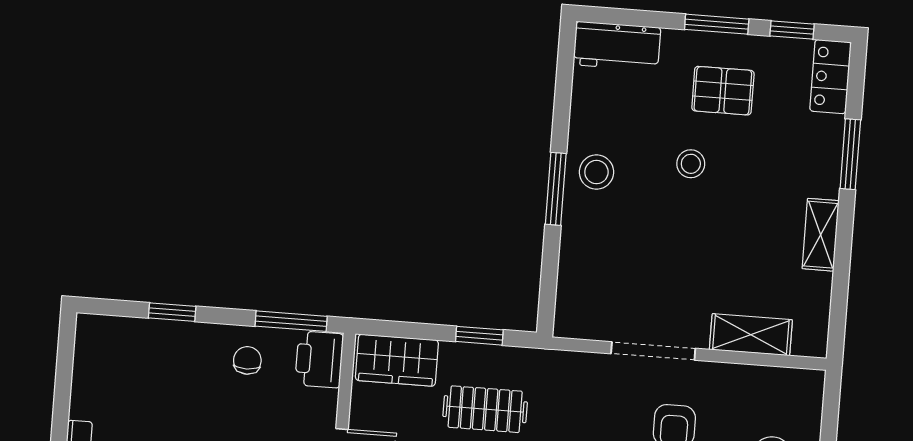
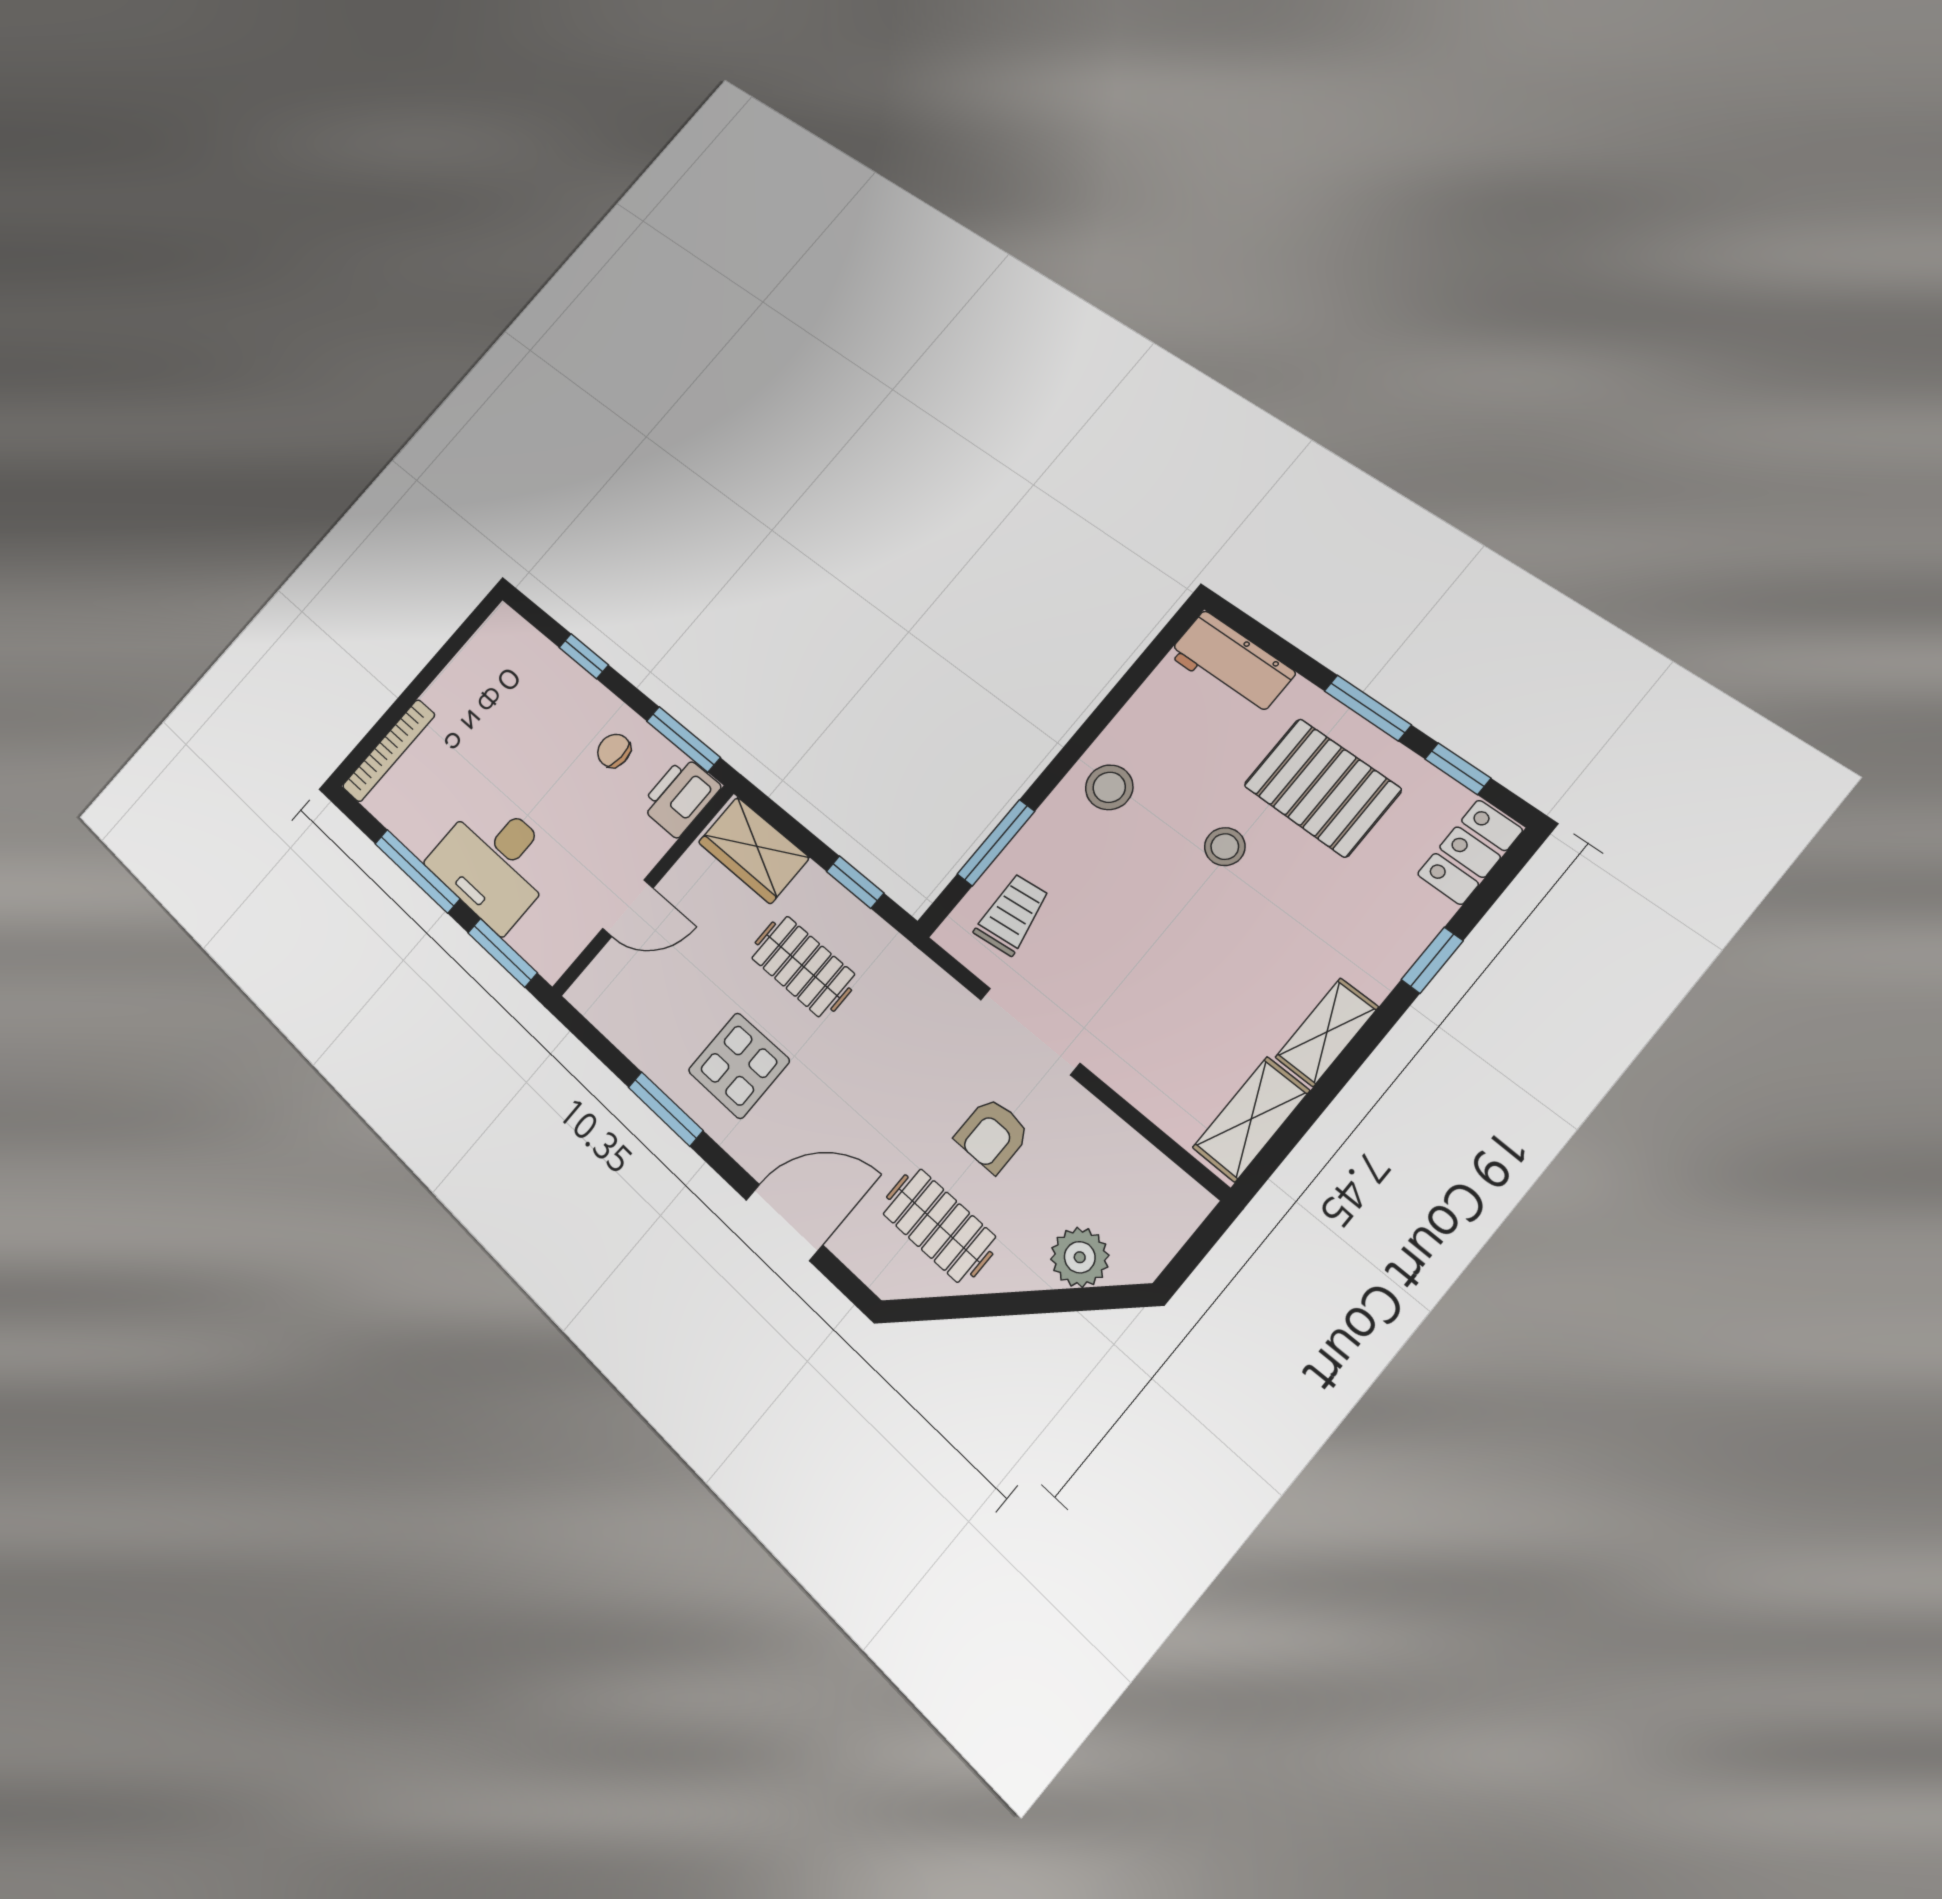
pallet: (723, 91) -> (1322, 787), width x1.50, depth x1.42
window: (850, 154) -> (1432, 960), width x0.67
window: (556, 189) -> (996, 843), moved
trolley: (593, 289) -> (1012, 914), added
shelving: (751, 335) -> (1251, 1119), moved, turned 90
chair: (247, 360) -> (614, 751), turned -87

